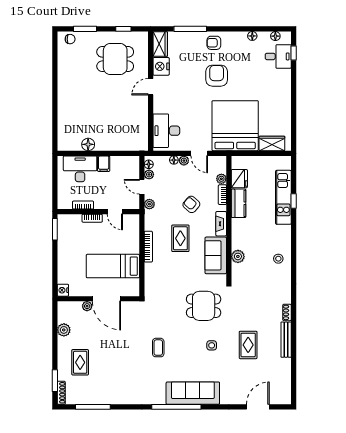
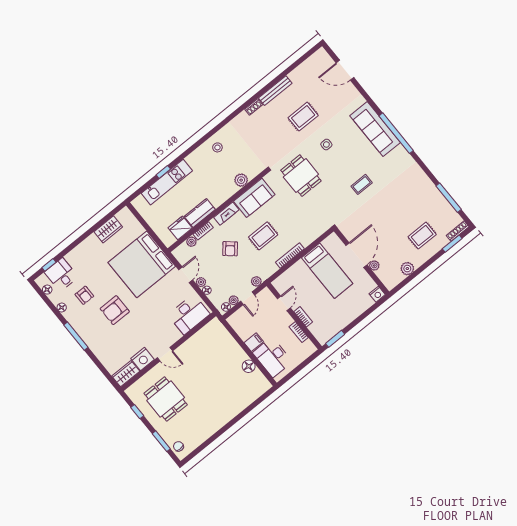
window: (190, 29) -> (76, 336), moved
armchair: (214, 43) -> (84, 295), moved
wardrobe: (272, 143) -> (108, 229), moved, turned -90

